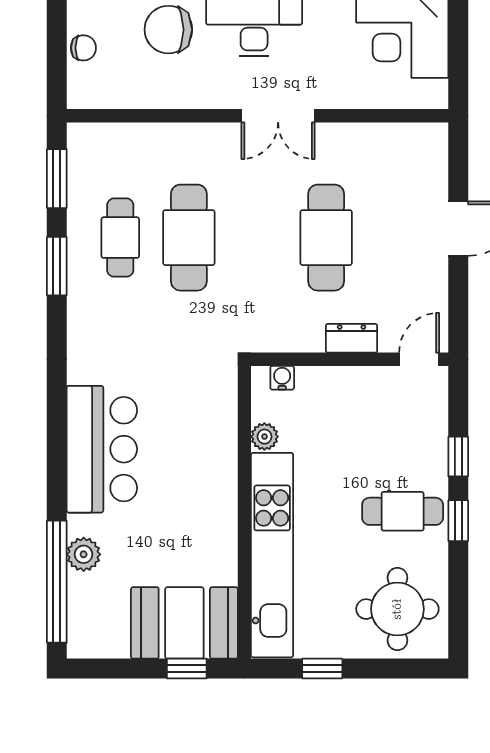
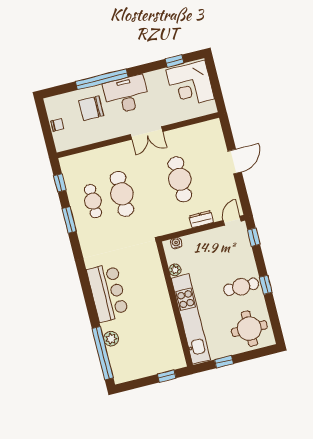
window: (57, 179) -> (60, 183), width x0.67
window: (458, 457) -> (254, 237), moved
booth: (184, 623) -> (161, 357), removed

